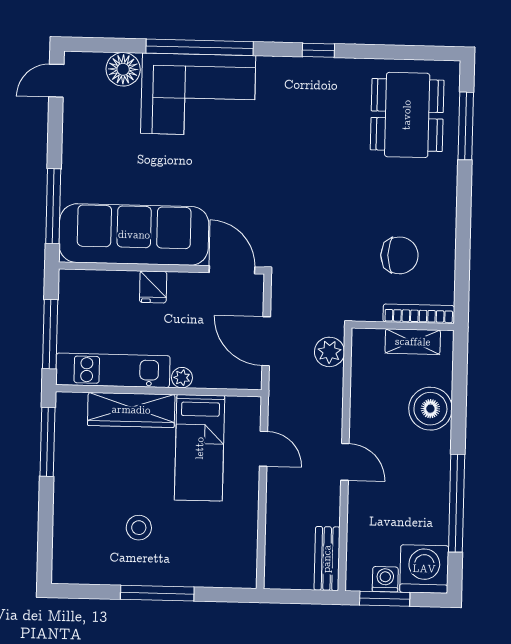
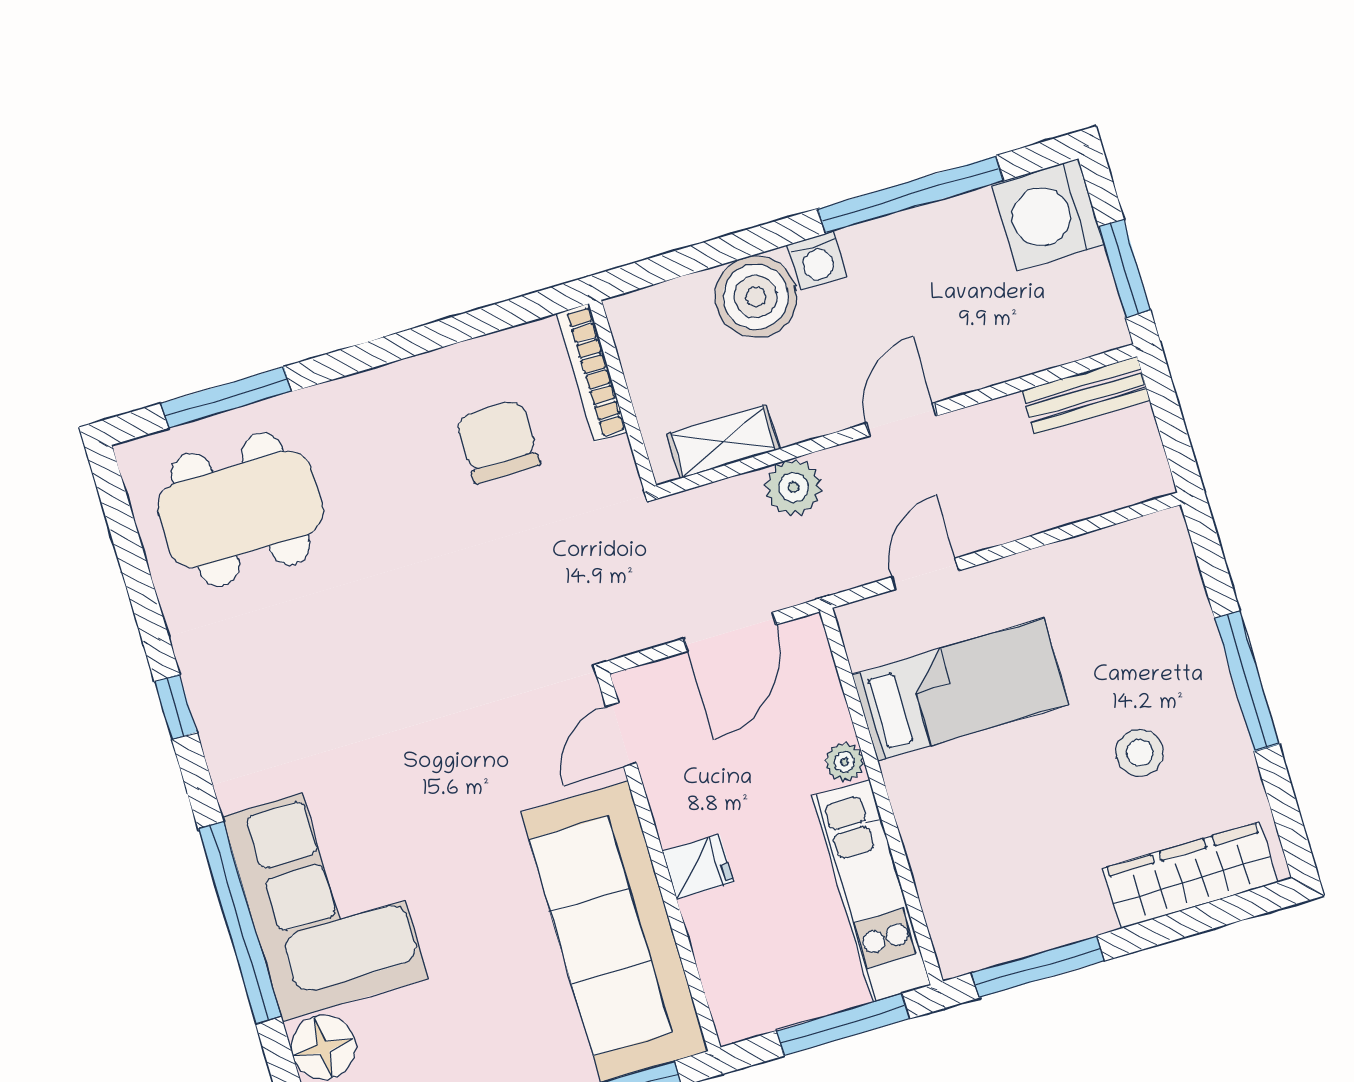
door: (232, 270) -> (621, 735), width x0.73
shelving: (413, 342) -> (723, 442), moved, turned 90
plant: (329, 352) -> (793, 487), moved
wardrobe: (131, 410) -> (1190, 875), moved, turned -90
washing machine: (385, 579) -> (817, 261), moved, turned -90

